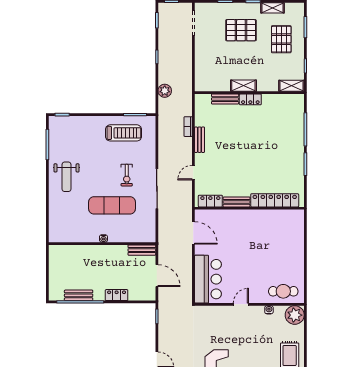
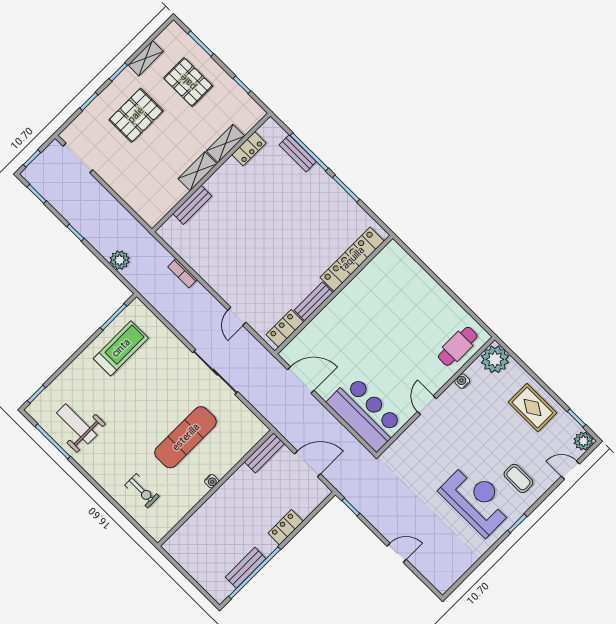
shelving: (292, 86) -> (225, 143), moved
locker: (250, 99) -> (249, 149), moved
bench: (199, 140) -> (298, 153), moved
exercise bike: (127, 175) -> (142, 491), moved
weight bench: (67, 177) -> (77, 424), moved, turned 180

